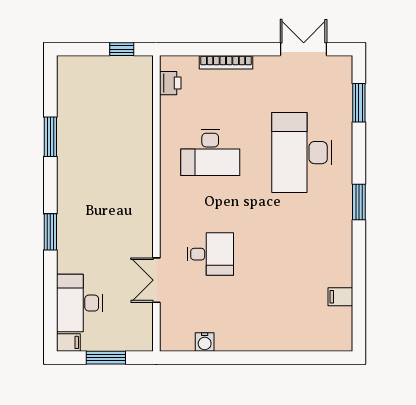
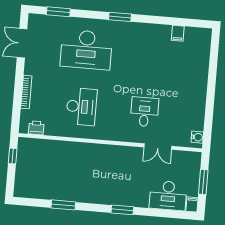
water cooler: (205, 342) -> (197, 137), moved

